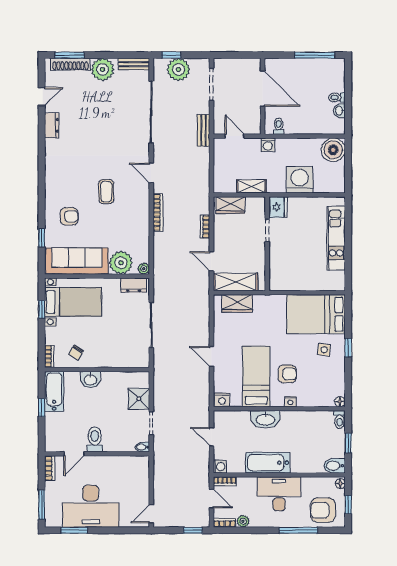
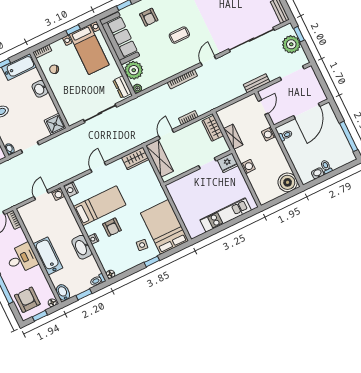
washing machine: (300, 180) -> (248, 167), width x0.53, depth x0.53
wardrobe: (237, 303) -> (135, 158), moved, turned -90
shower: (139, 399) -> (55, 124), moved
washbasin: (265, 419) -> (82, 247), moved
bathtub: (268, 463) -> (48, 256), moved
washing machine: (220, 467) -> (58, 194), moved
desk: (279, 494) -> (22, 259), width x0.73

